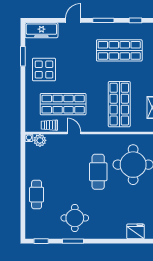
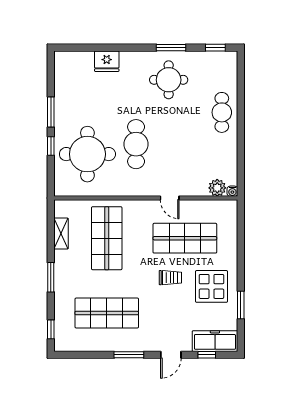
window: (135, 20) -> (207, 355), moved
trolley: (49, 125) -> (170, 278), moved
fridge: (135, 231) -> (107, 61), moved

